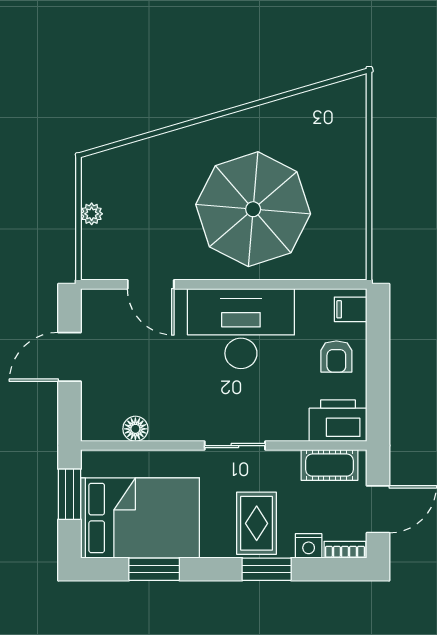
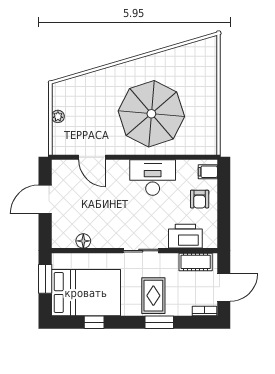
desk: (241, 329) -> (153, 178), width x0.73, depth x0.77
printer: (338, 421) -> (185, 236), moved
nightstand: (309, 546) -> (184, 309), removed
window: (154, 569) -> (94, 322), width x0.67

